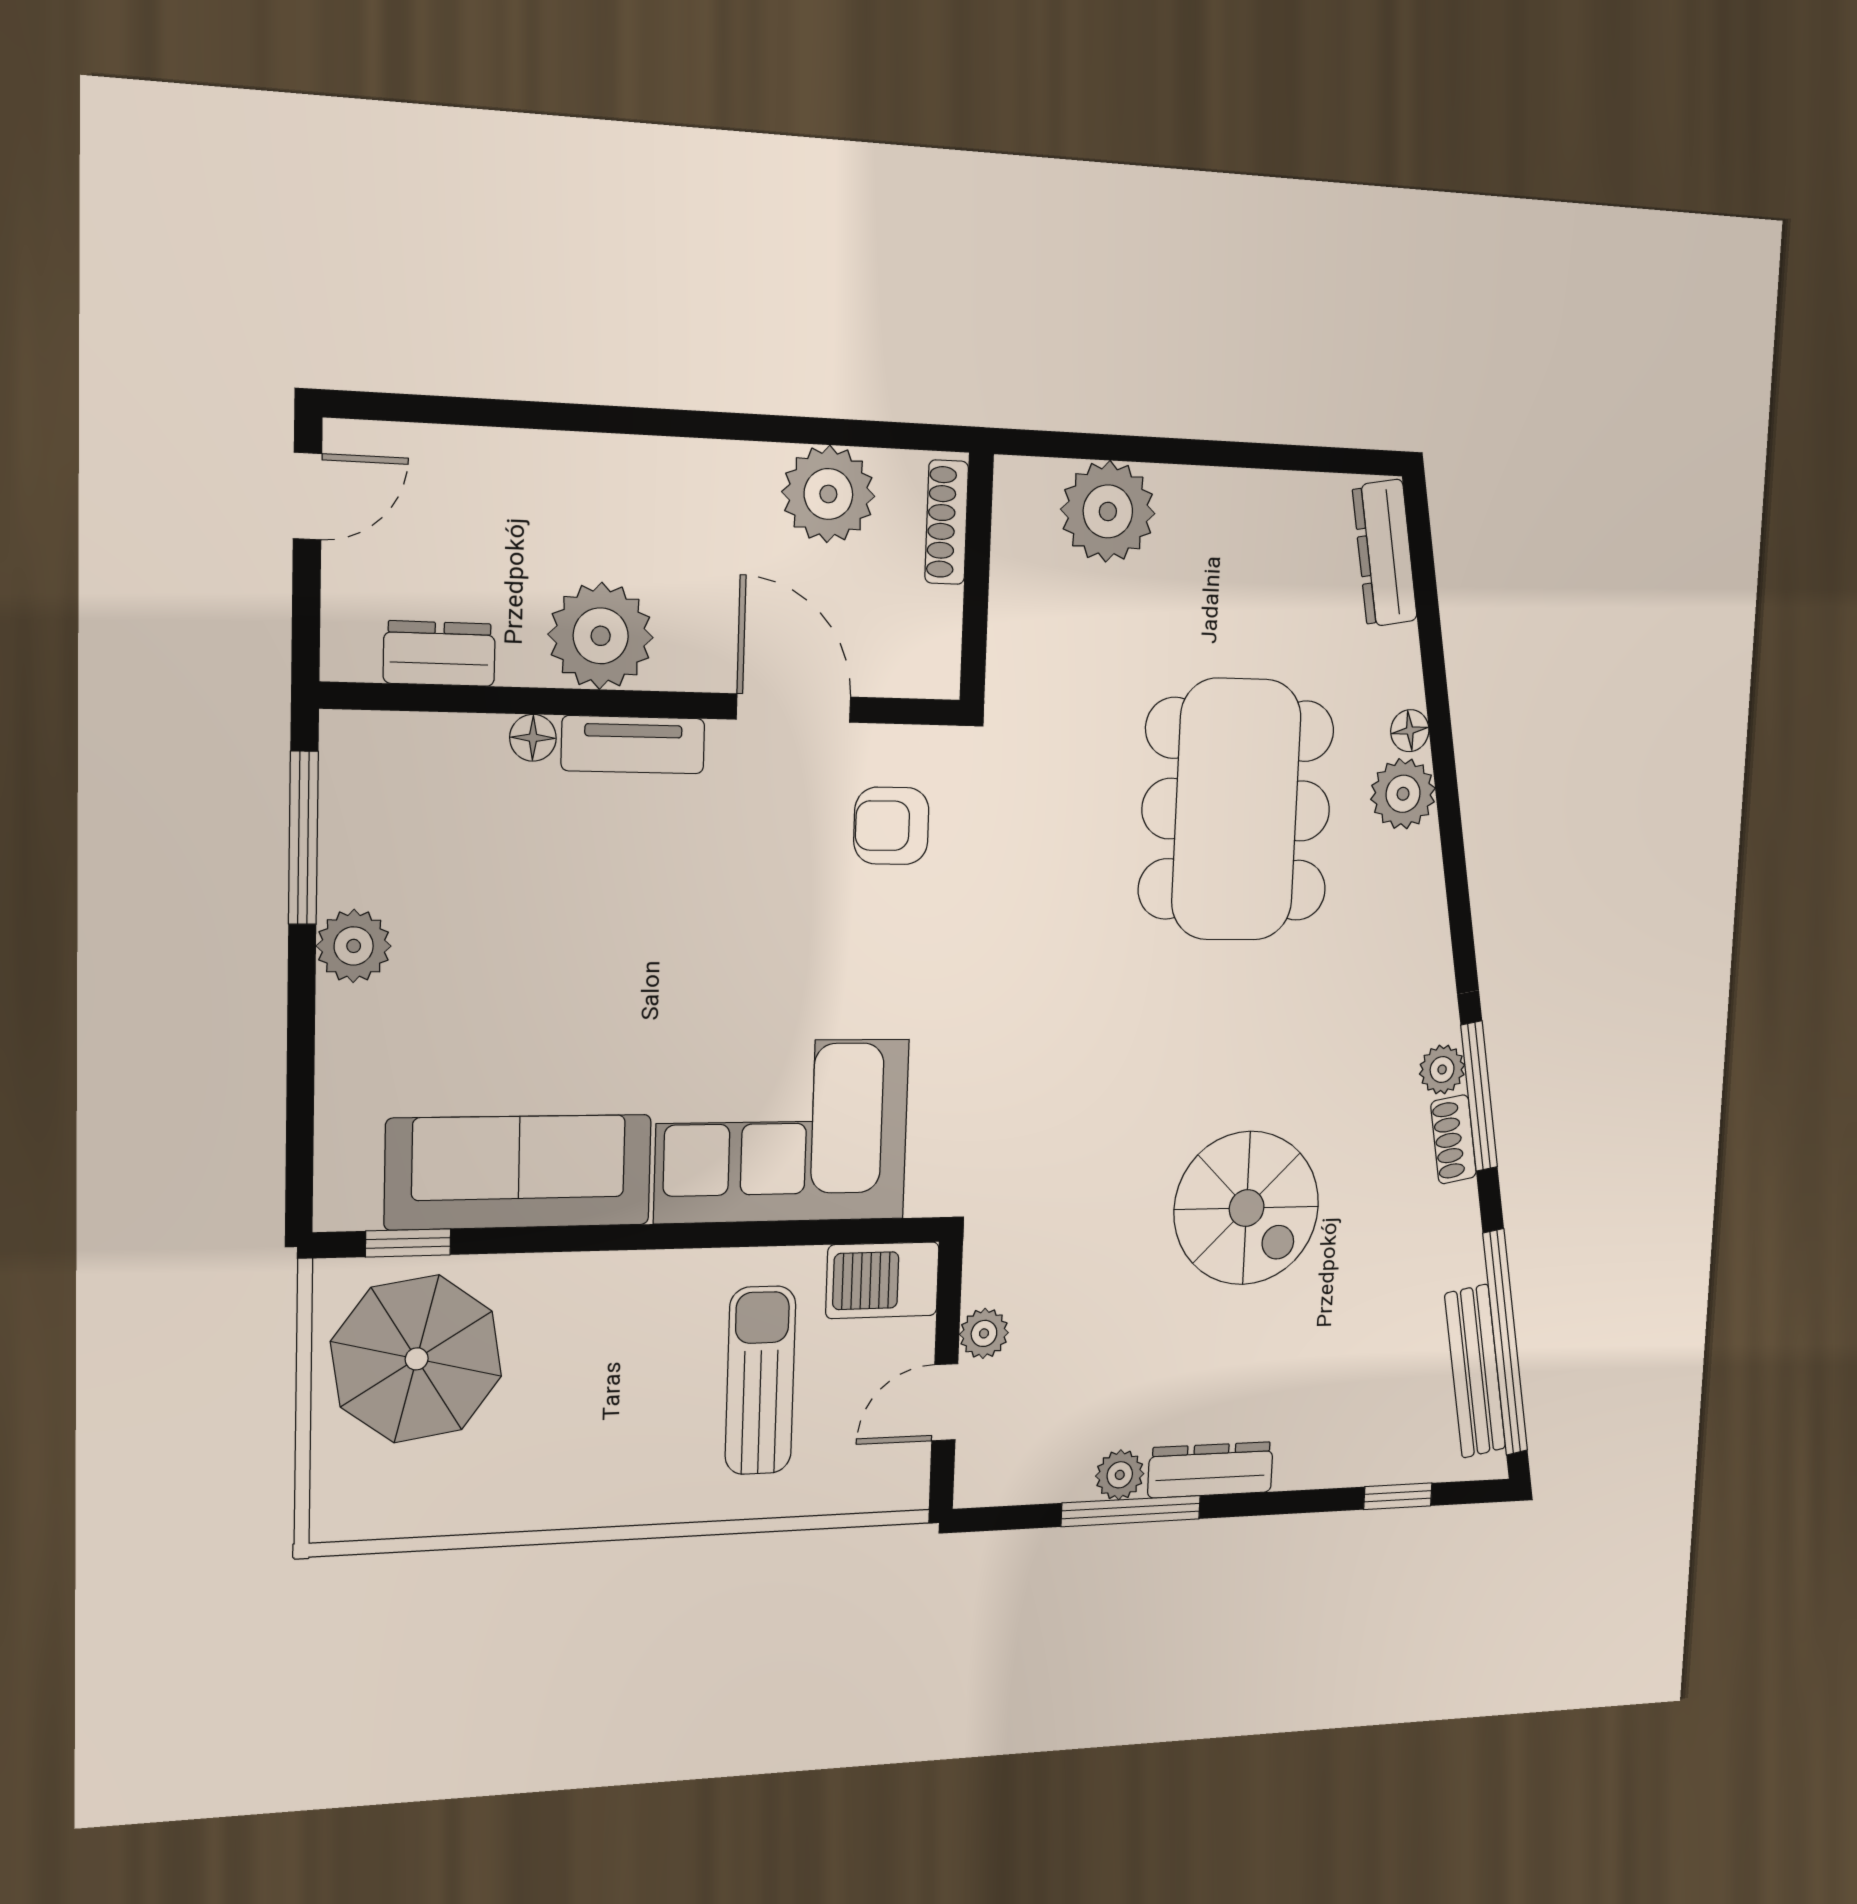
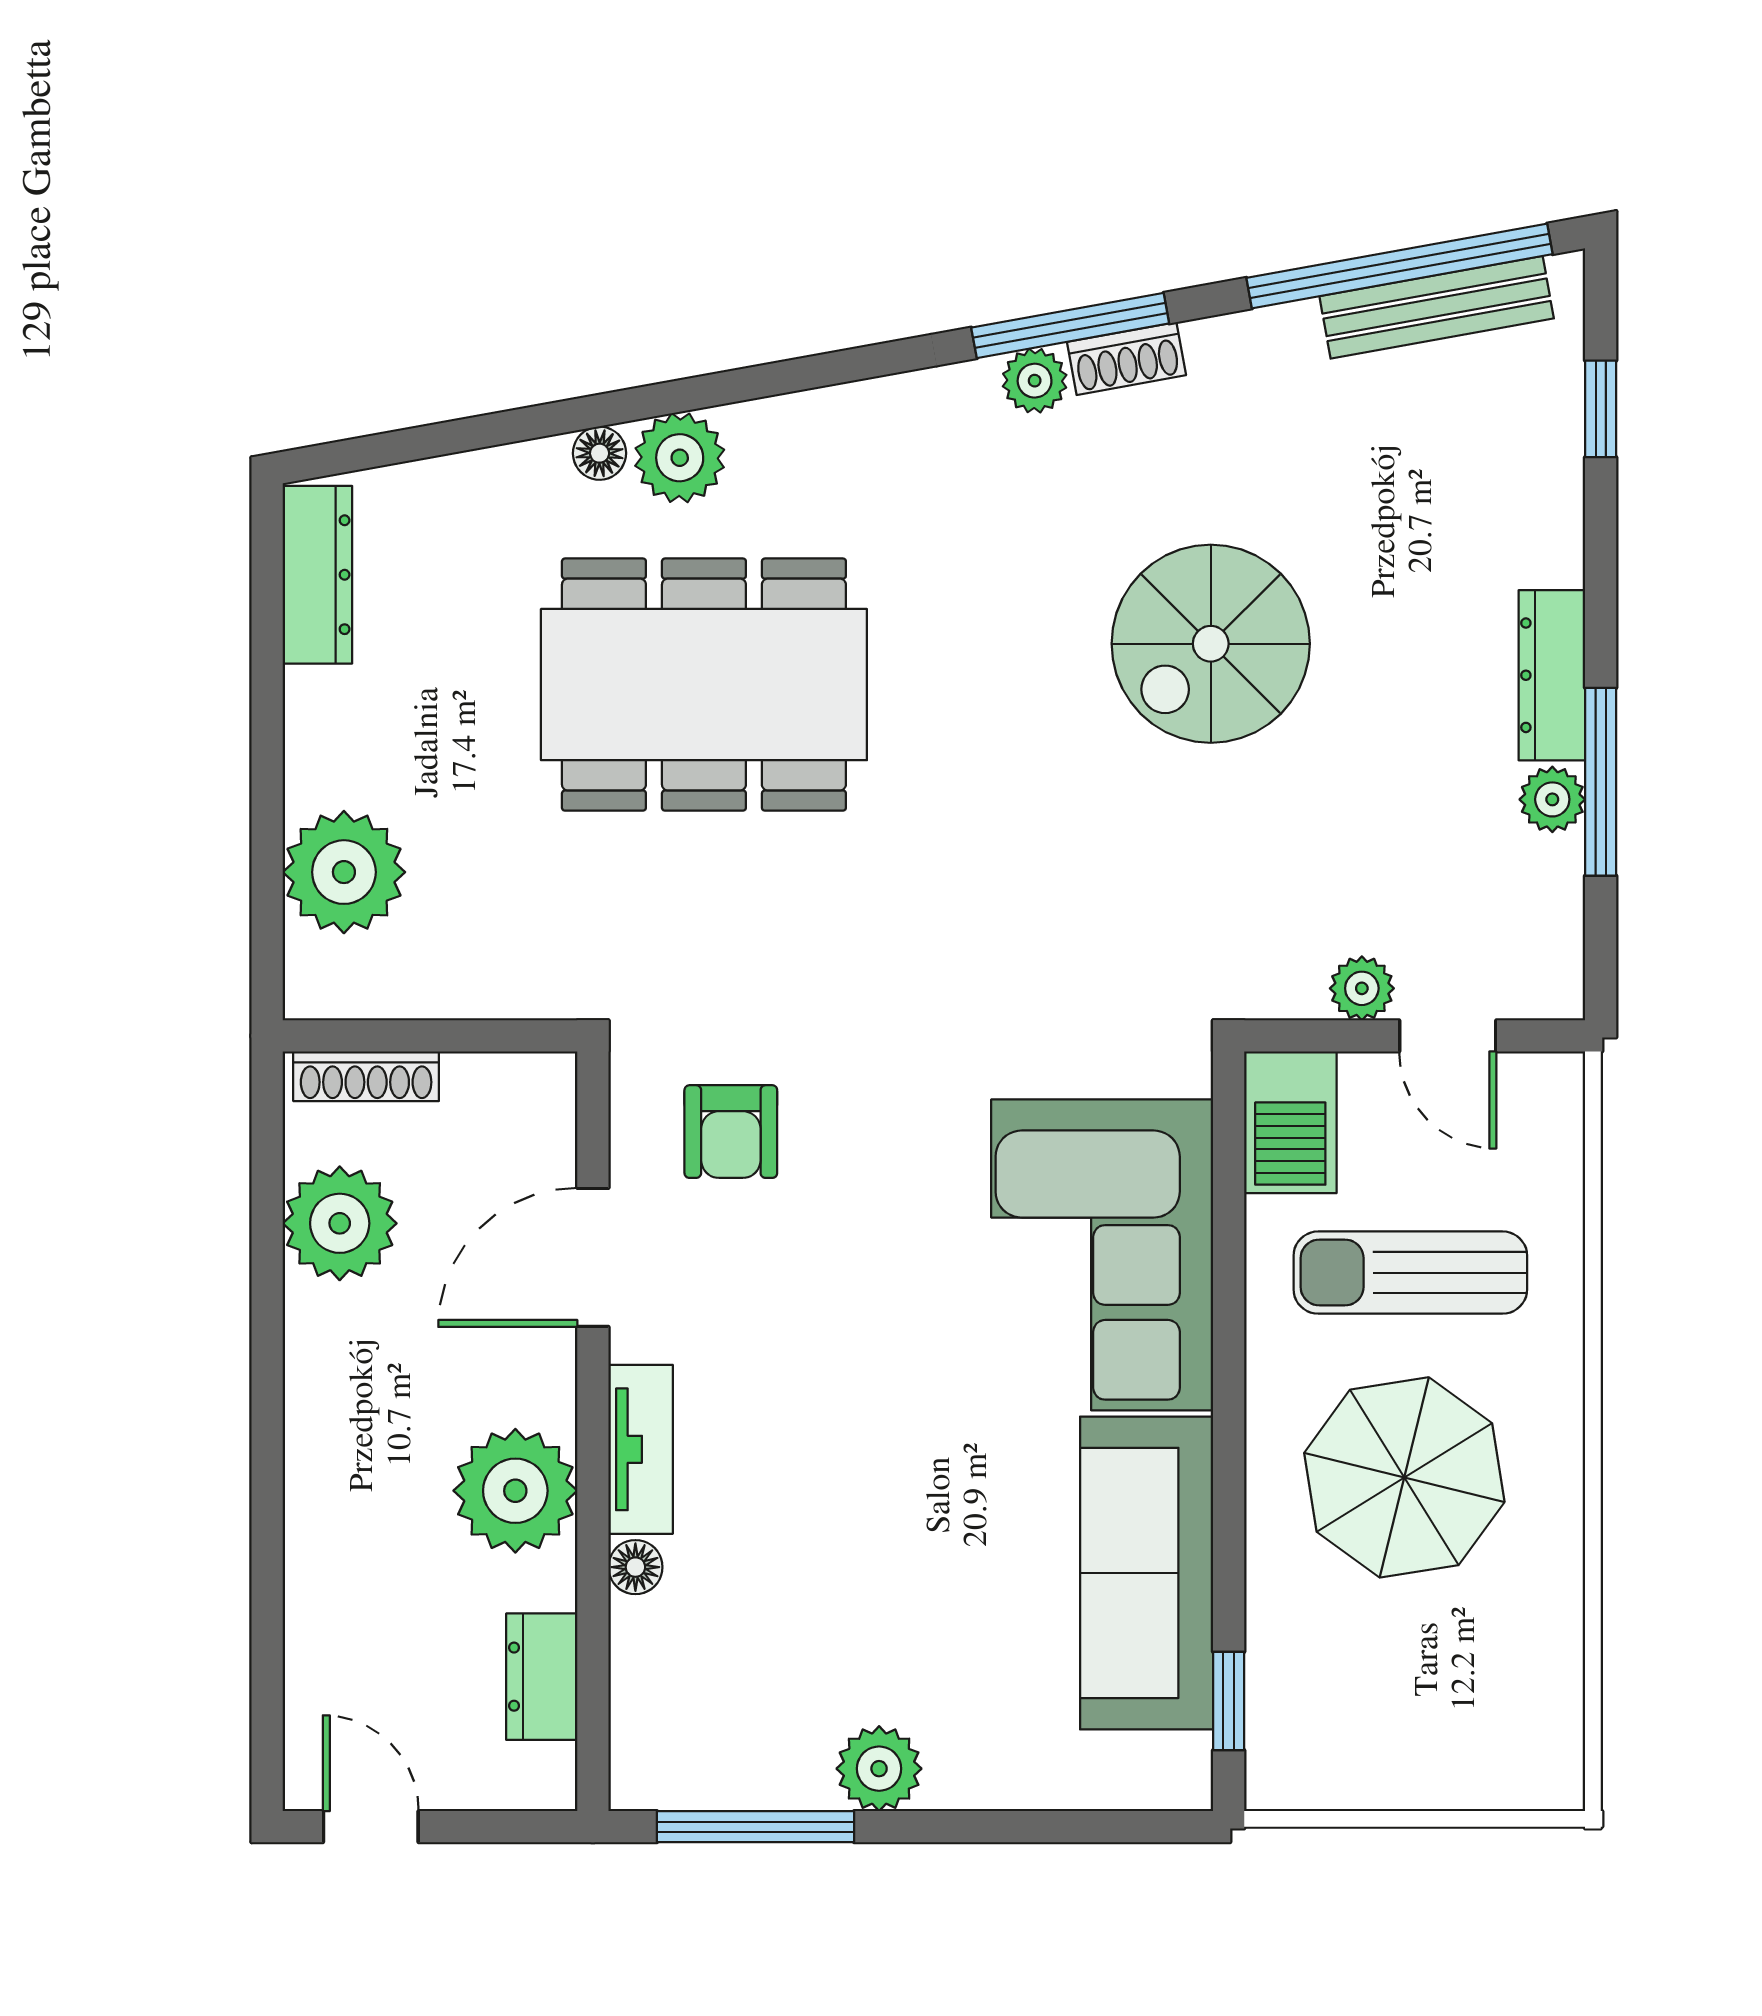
dresser: (1385, 553) -> (317, 575), moved, turned -80
spiral stairs: (1247, 1208) -> (1211, 644), turned 180
parasol: (417, 1359) -> (1404, 1477), moved

